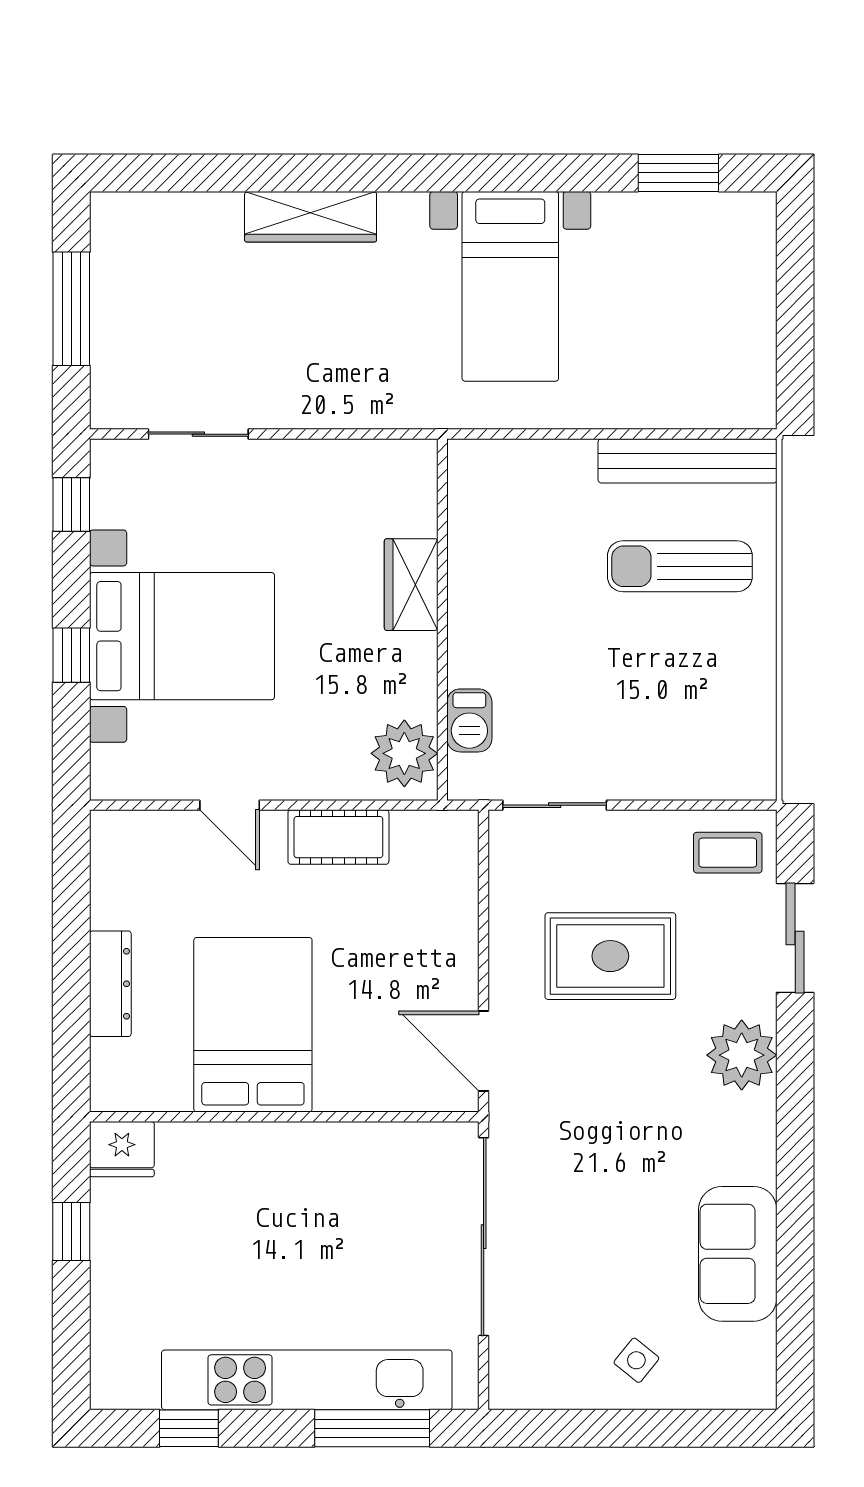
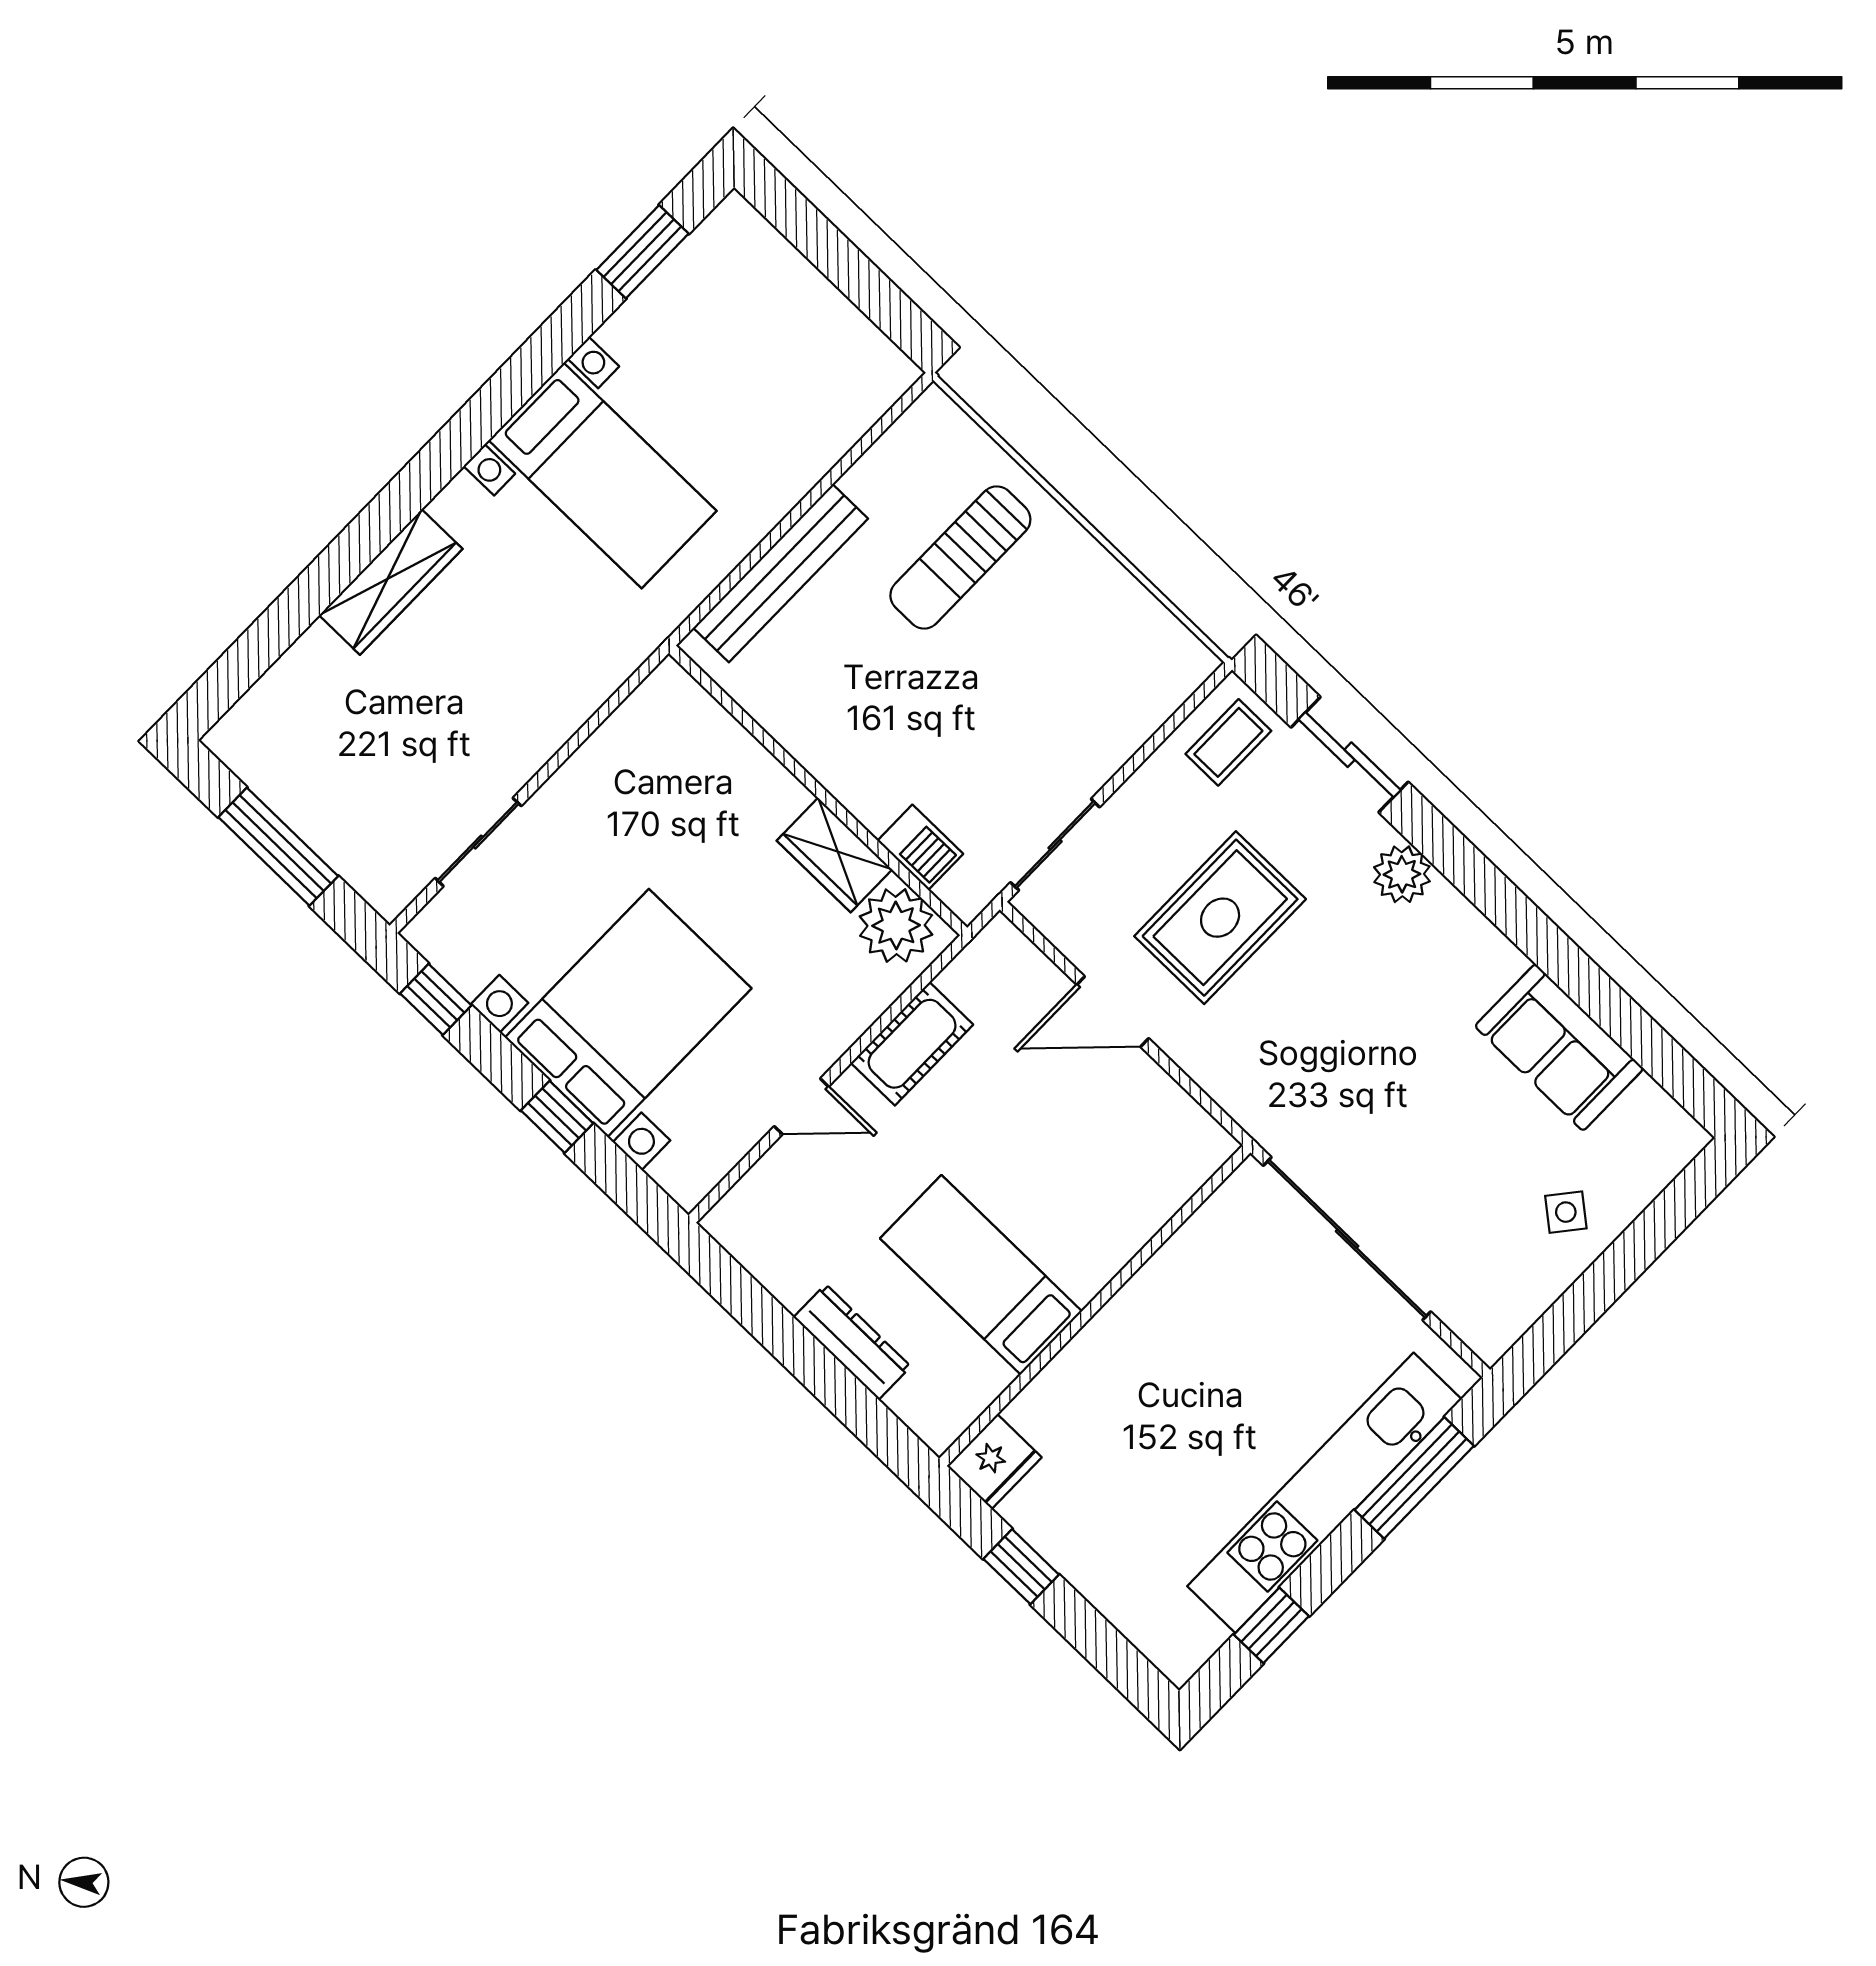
bench: (687, 461) -> (781, 573), moved
wardrobe: (411, 585) -> (834, 855), moved
bed: (253, 1025) -> (981, 1275), width x0.67
door: (484, 1051) -> (1113, 1012), moved
plant: (742, 1055) -> (1402, 874), width x0.73, depth x0.73

